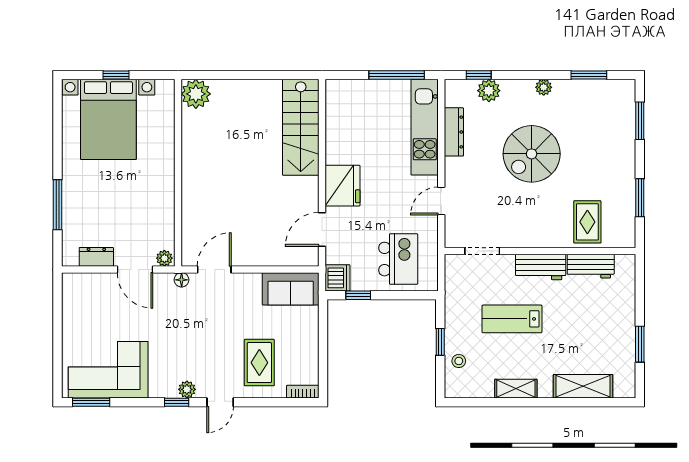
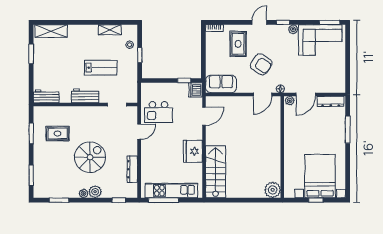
plant: (489, 91) -> (95, 192), moved
kitchen unit: (425, 127) -> (171, 191), moved, turned -90
fridge: (342, 186) -> (193, 151), moved
rug: (587, 222) -> (58, 133), moved, turned 90
dresser: (96, 257) -> (331, 101), width x1.44
kitchen island: (398, 259) -> (158, 112), moved, turned -90
workbench: (591, 266) -> (46, 96), moved
door: (135, 269) -> (306, 94), swing flipped
armchair: (217, 325) -> (261, 64), added
shelving: (583, 386) -> (51, 31), moved
plant: (187, 389) -> (293, 29), moved
shelving: (516, 389) -> (110, 30), moved

